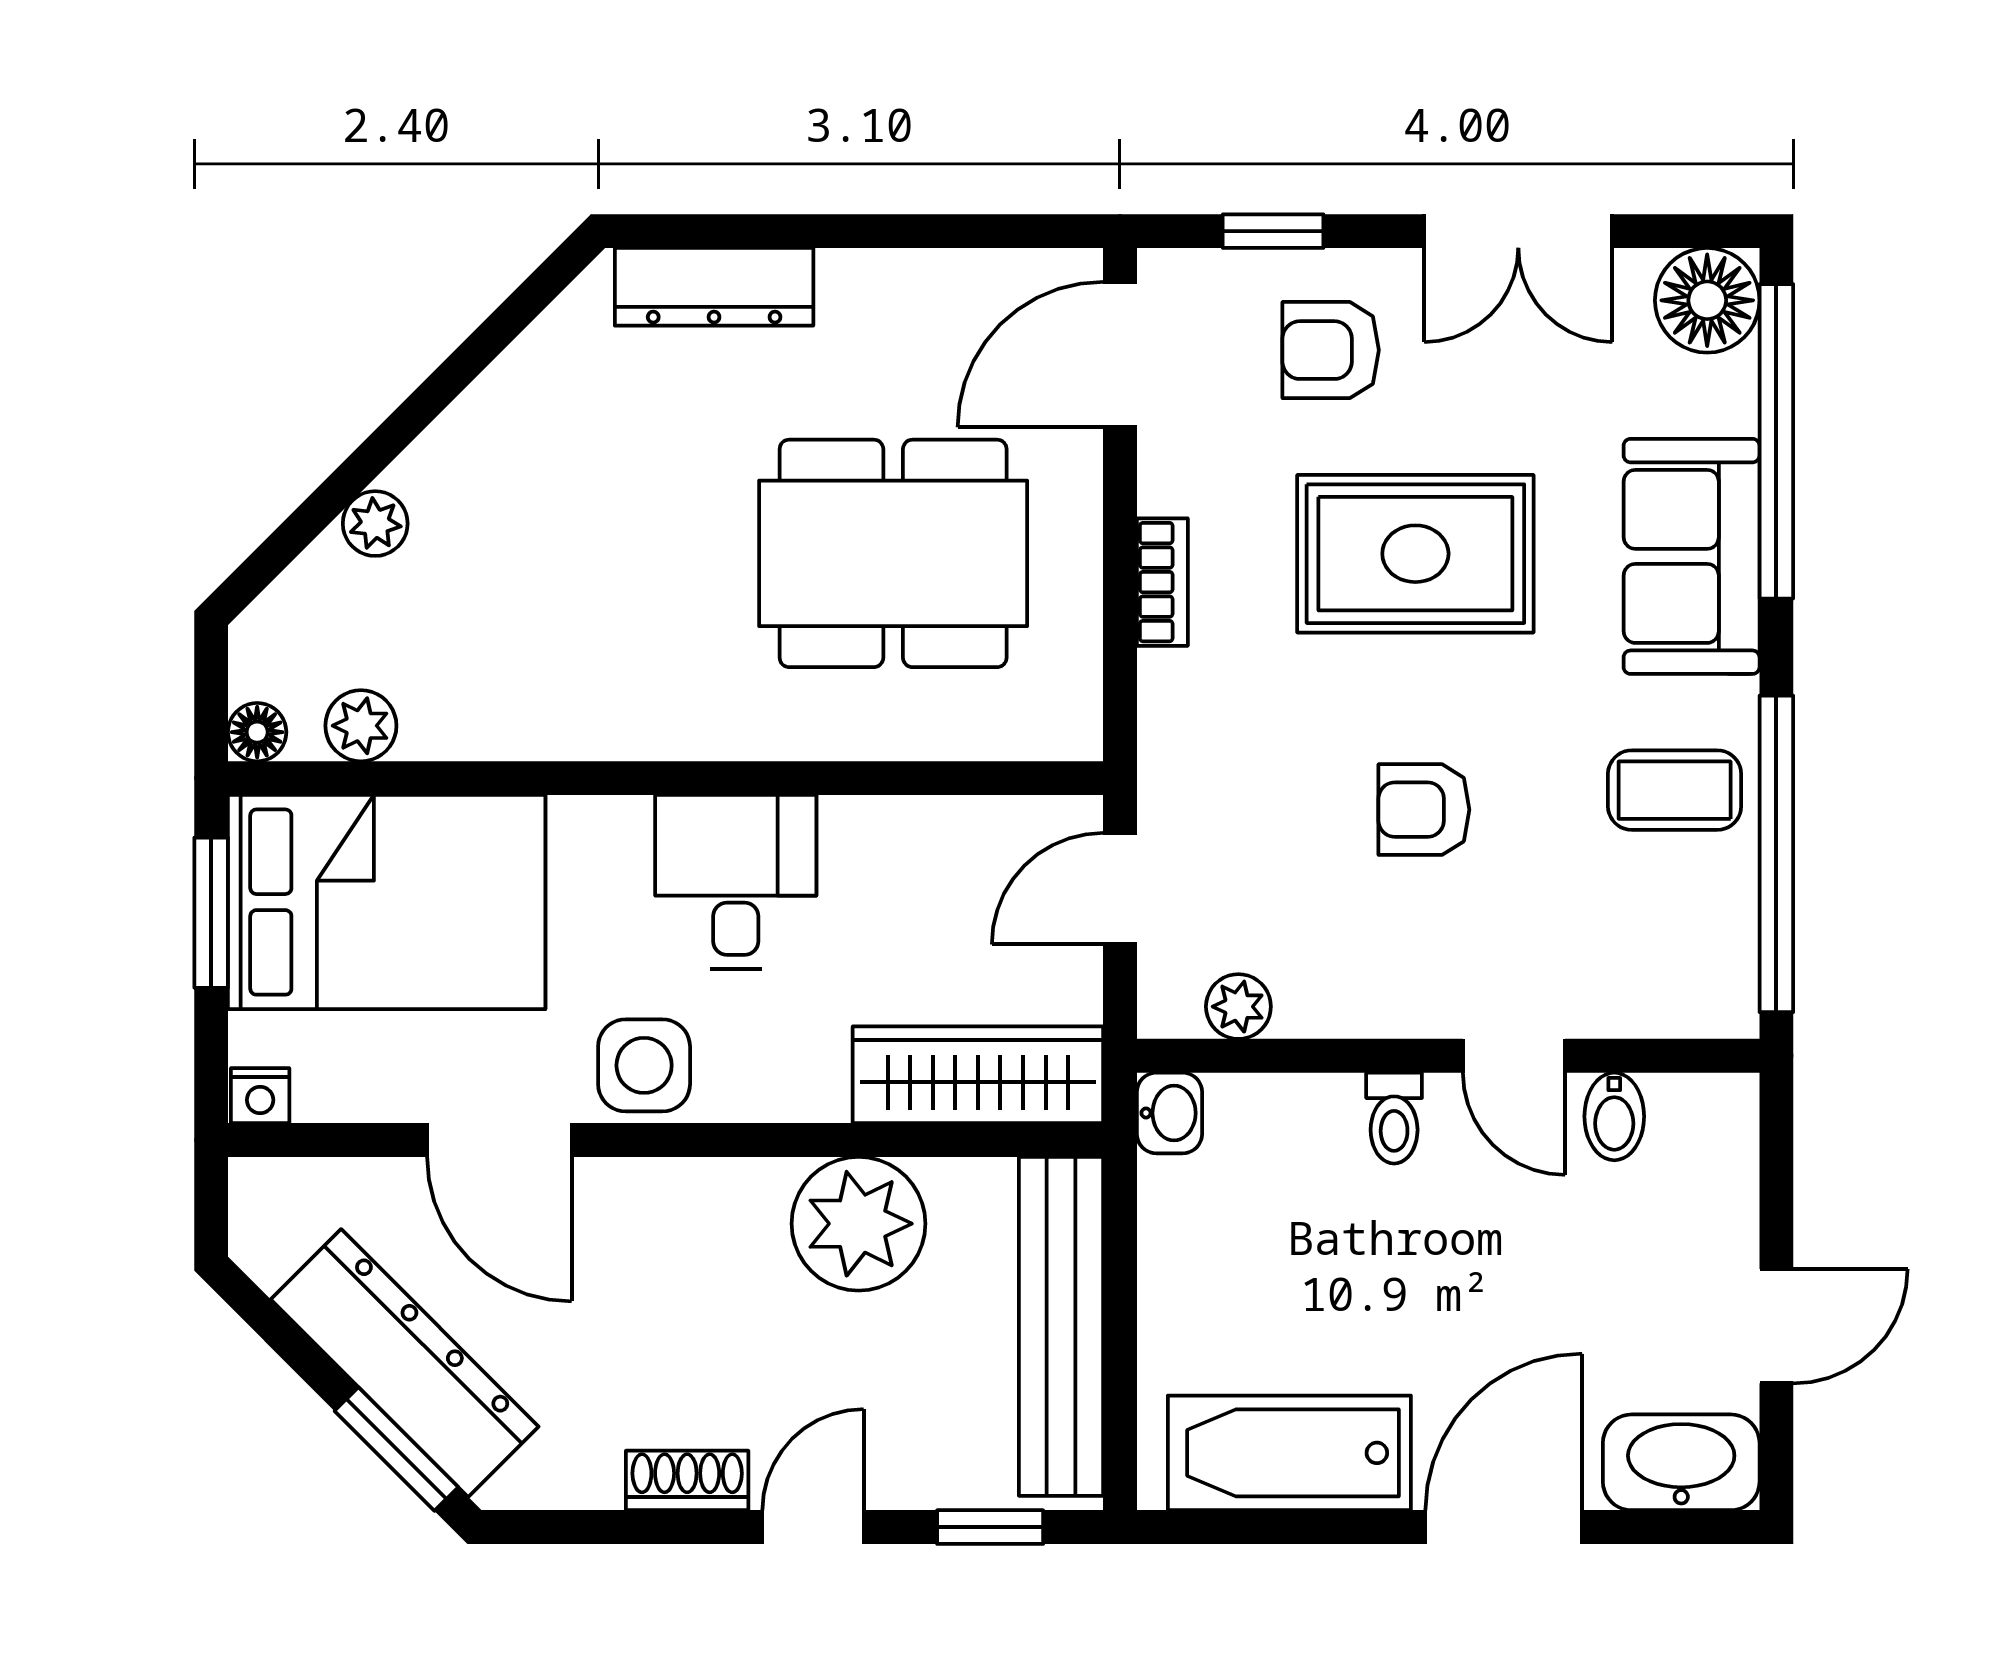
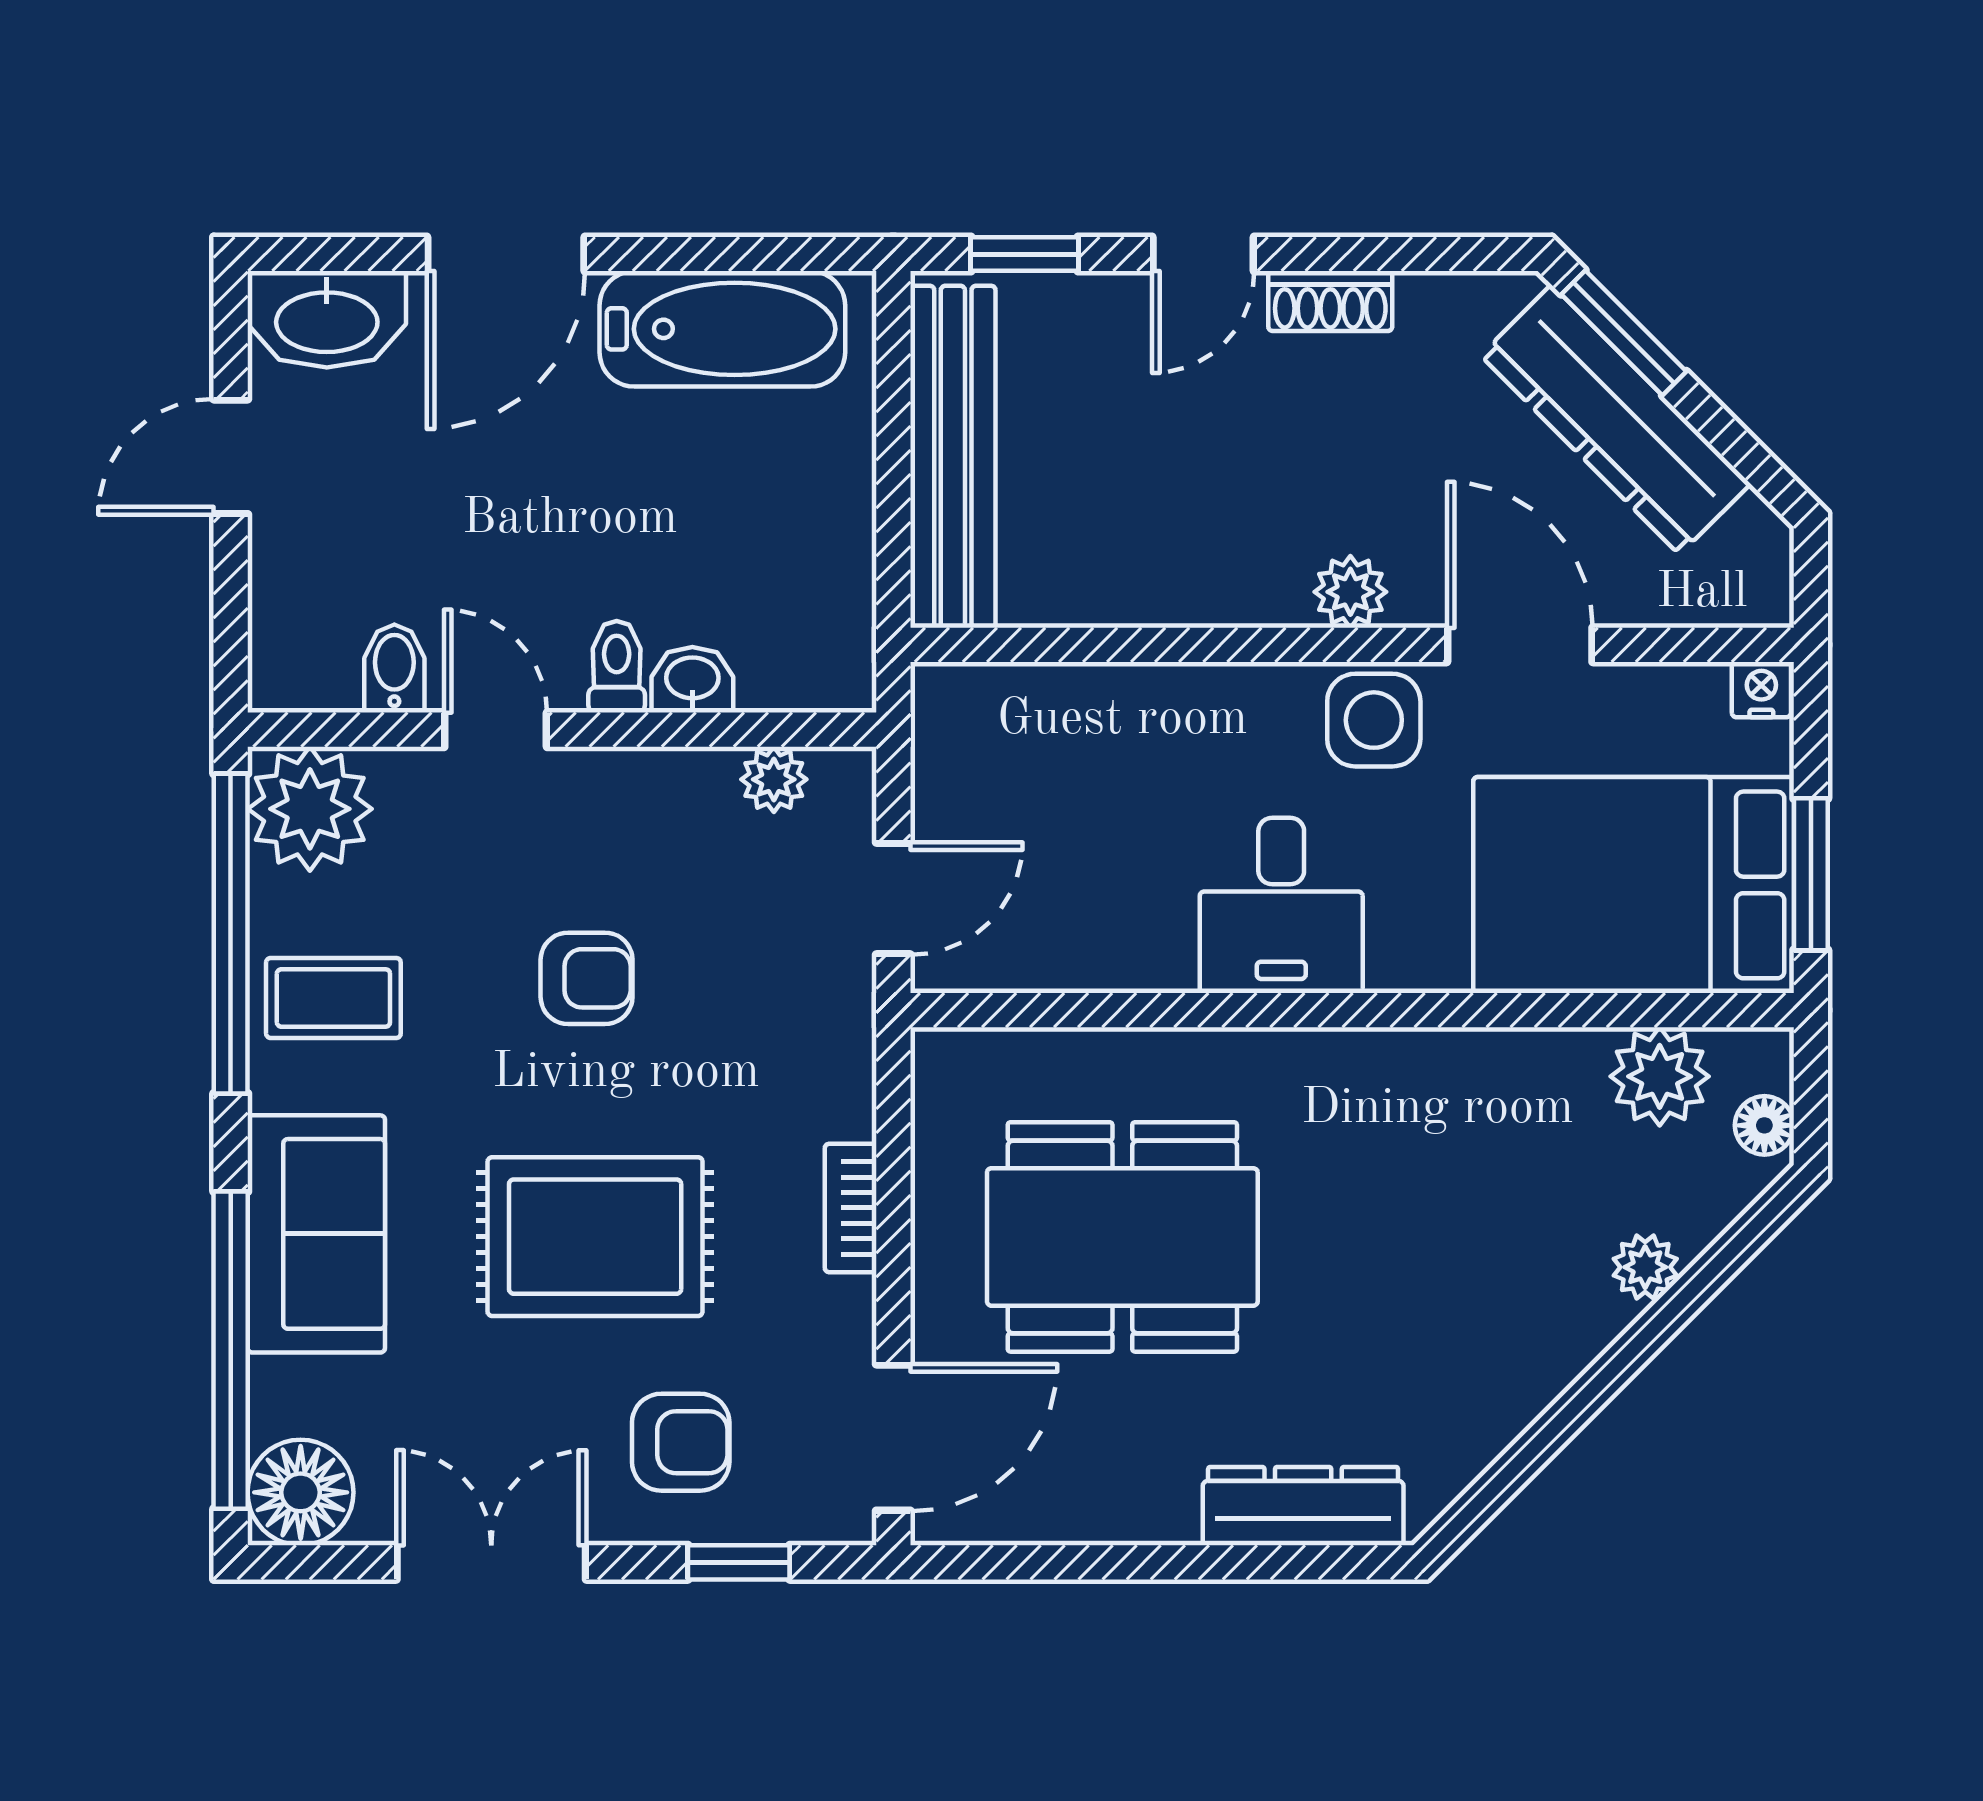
plant: (361, 726) -> (1660, 1076), width x1.38, depth x1.38
floor lamp: (257, 732) -> (1764, 1125), moved
plant: (1698, 977) -> (310, 809), added
wardrobe: (978, 1075) -> (1037, 711), removed
washbasin: (1169, 1113) -> (692, 680), moved, turned 90
plant: (858, 1224) -> (1350, 592), moved, width x0.53, depth x0.53

